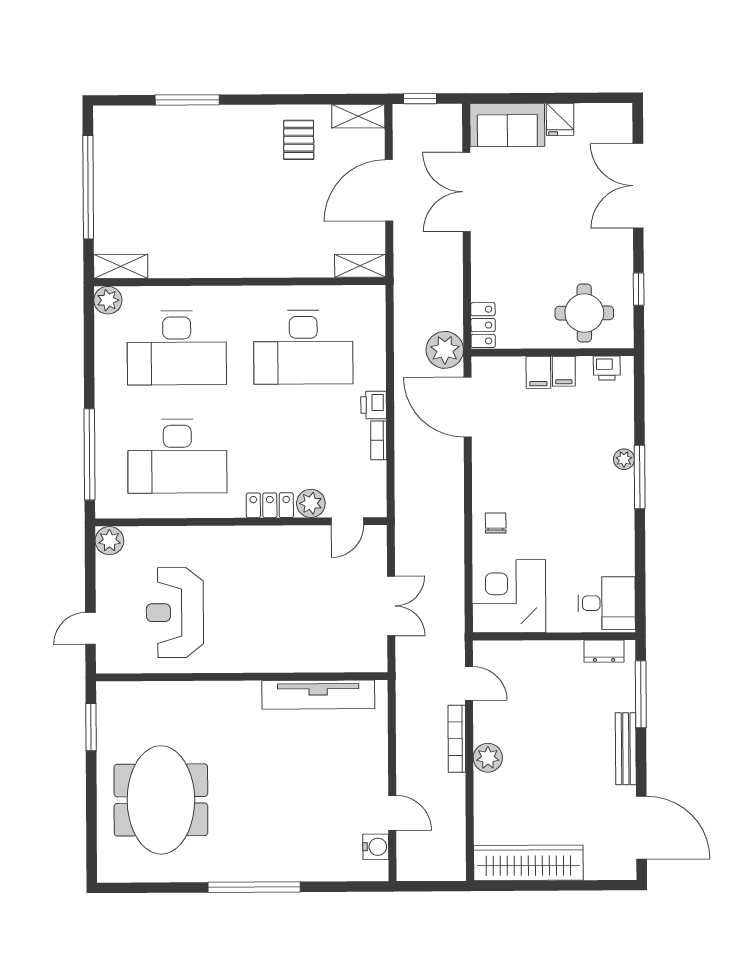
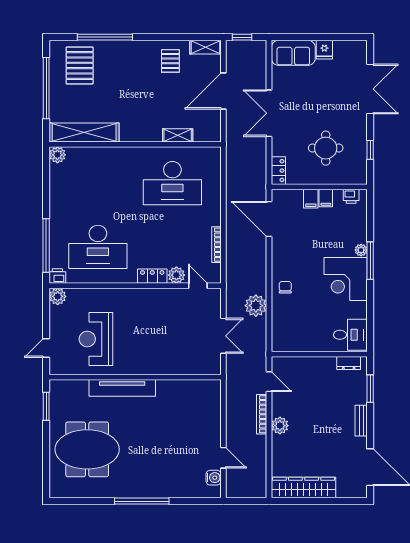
window: (187, 100) -> (105, 37), width x1.46
pallet: (145, 148) -> (80, 65), added
double door: (638, 186) -> (370, 89), swing flipped
double door: (466, 192) -> (269, 113), moved
shelving: (121, 266) -> (84, 133), width x2.20, depth x1.33
shelving: (360, 266) -> (178, 135), moved
round table: (584, 313) -> (326, 148), moved
desk: (177, 348) -> (98, 183), removed
plant: (445, 350) -> (256, 306), moved
printer: (374, 405) -> (57, 276), moved, turned 90
bookcase: (379, 440) -> (217, 245), width x1.56
door: (347, 521) -> (198, 286), swing flipped
corner desk: (509, 596) -> (346, 279), moved, turned -90
window: (641, 694) -> (370, 389), width x0.69
tv unit: (318, 695) -> (122, 388), moved
bench: (626, 749) -> (361, 421), width x0.73
meeting table: (161, 800) -> (87, 449), turned 90

